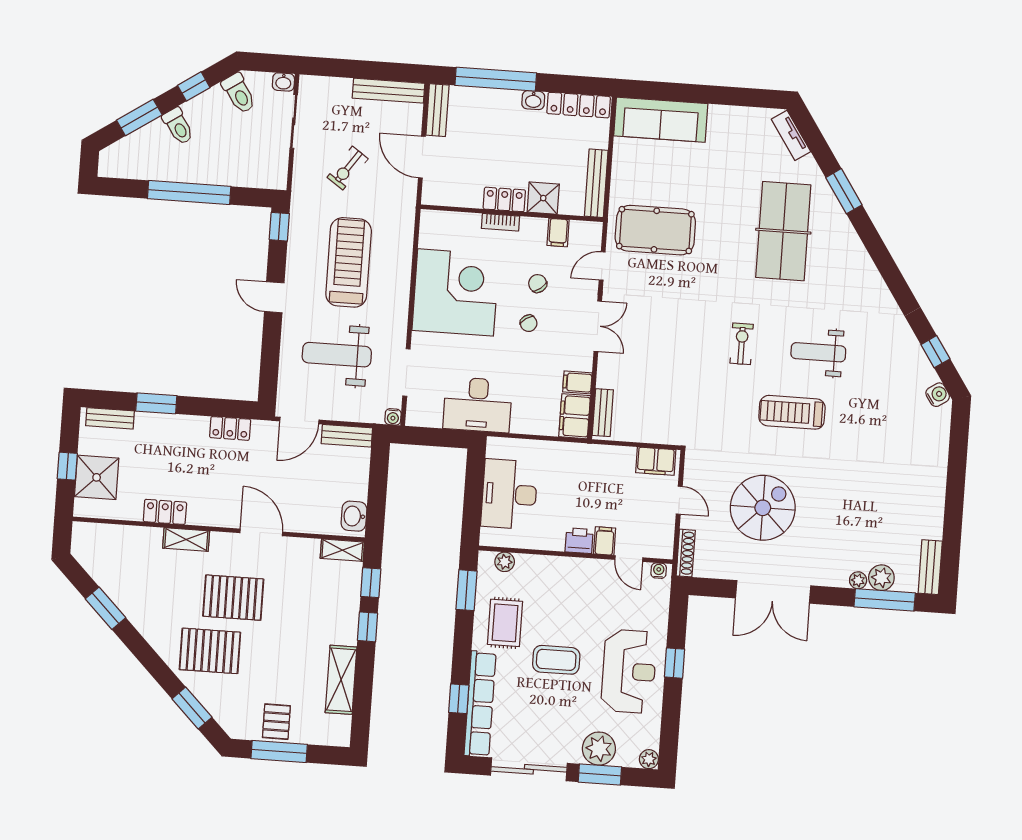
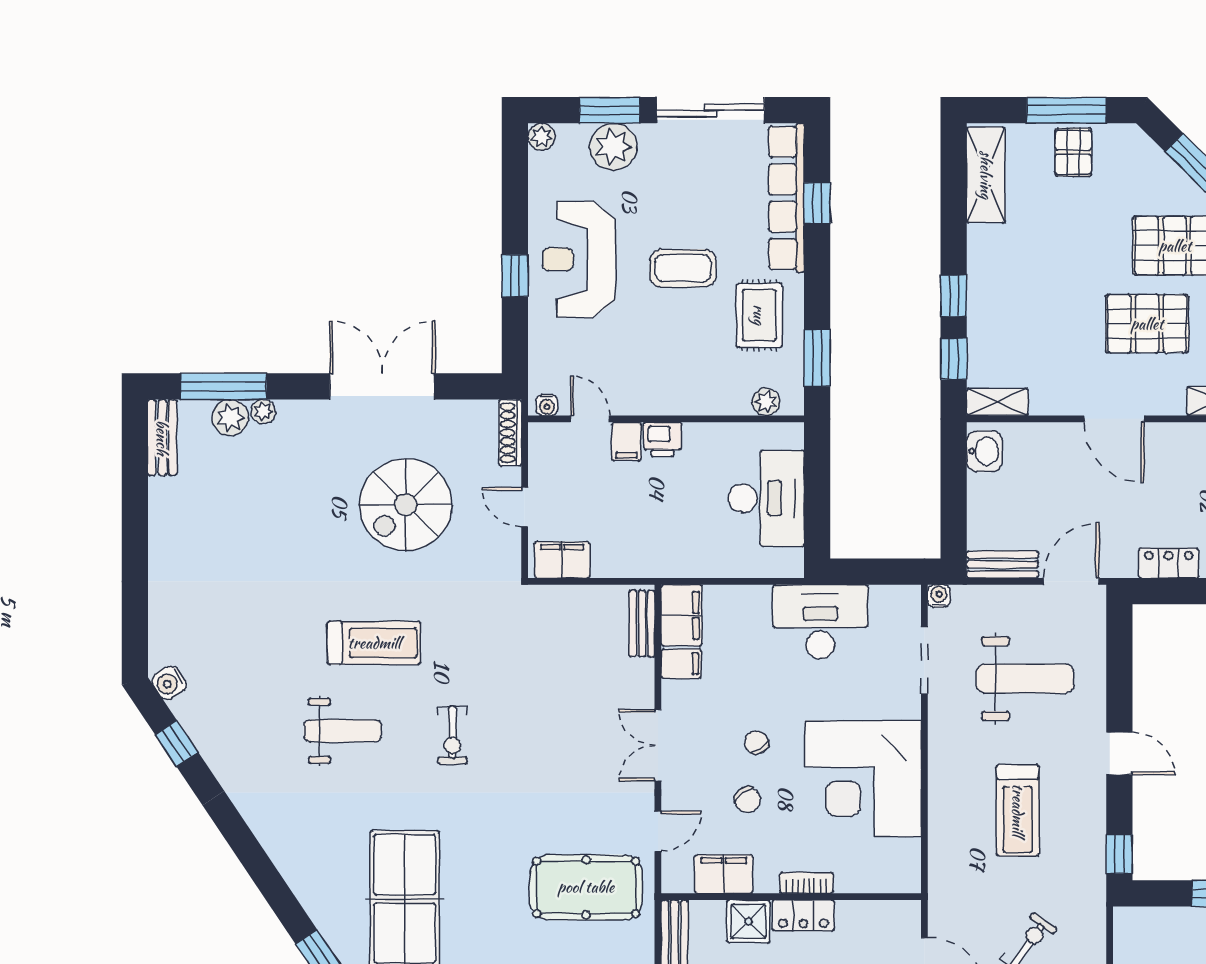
filing cabinet: (558, 233) -> (724, 874), width x2.00
treadmill: (349, 262) -> (1018, 810), width x0.73, depth x0.73
shelving: (341, 680) -> (986, 175), moved

